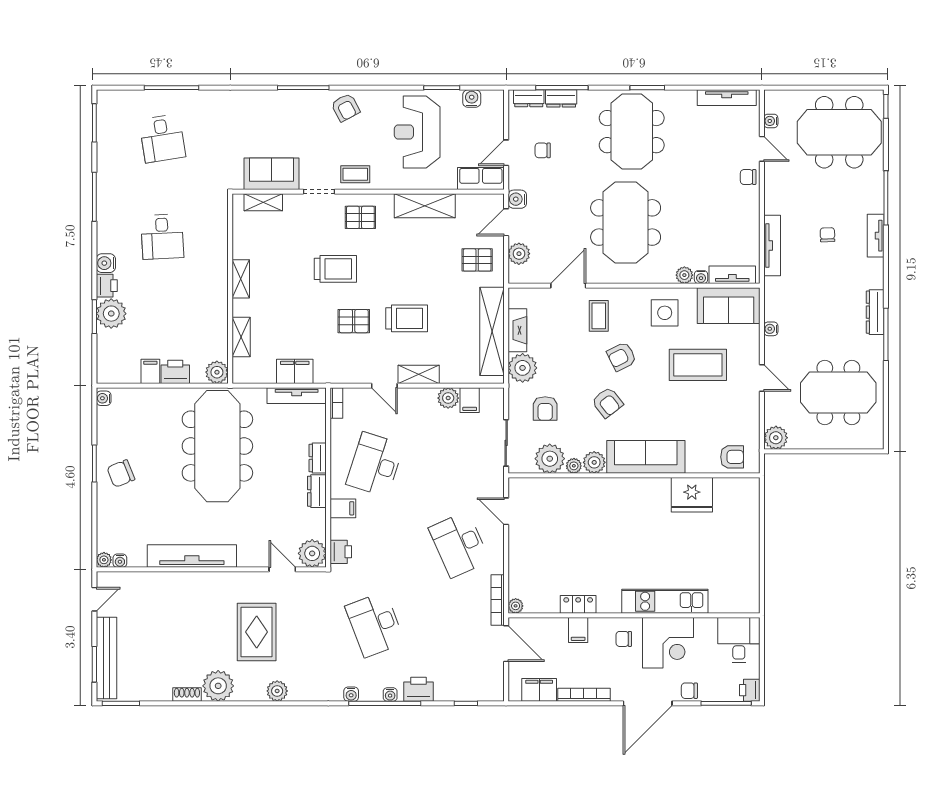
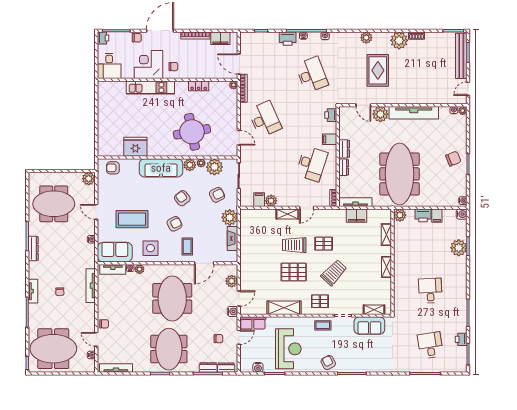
pallet: (477, 260) -> (294, 272), moved, width x1.50, depth x1.42
water cooler: (106, 263) -> (462, 214), moved
trolley: (335, 269) -> (334, 273), turned 133
printer: (107, 286) -> (461, 339), moved
shelving: (492, 331) -> (247, 238), removed
door: (384, 386) -> (307, 208), swing flipped
armchair: (545, 409) -> (217, 195), turned 63
round table: (590, 522) -> (192, 132), added
plant: (312, 553) -> (380, 114), moved
filing cabinet: (578, 630) -> (199, 72), removed

